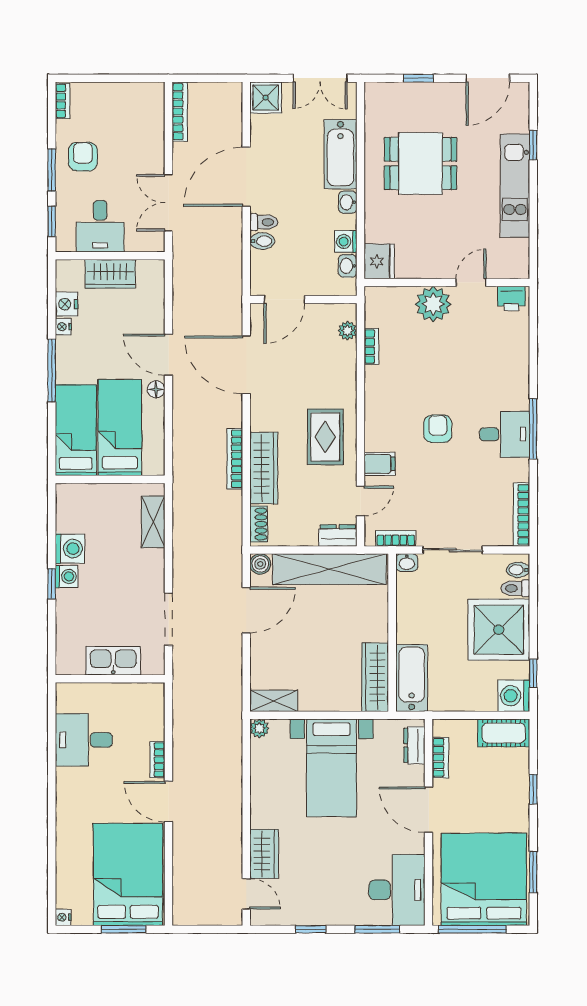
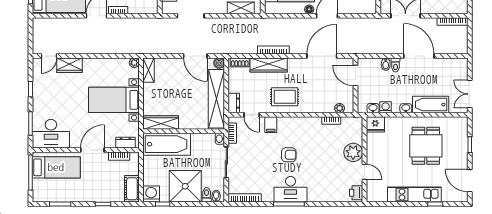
shower: (266, 98) -> (460, 66), removed
desk: (505, 434) -> (290, 189), width x1.37
bathtub: (412, 678) -> (167, 144), width x1.36, depth x1.36
bed: (484, 879) -> (56, 167), width x0.49

